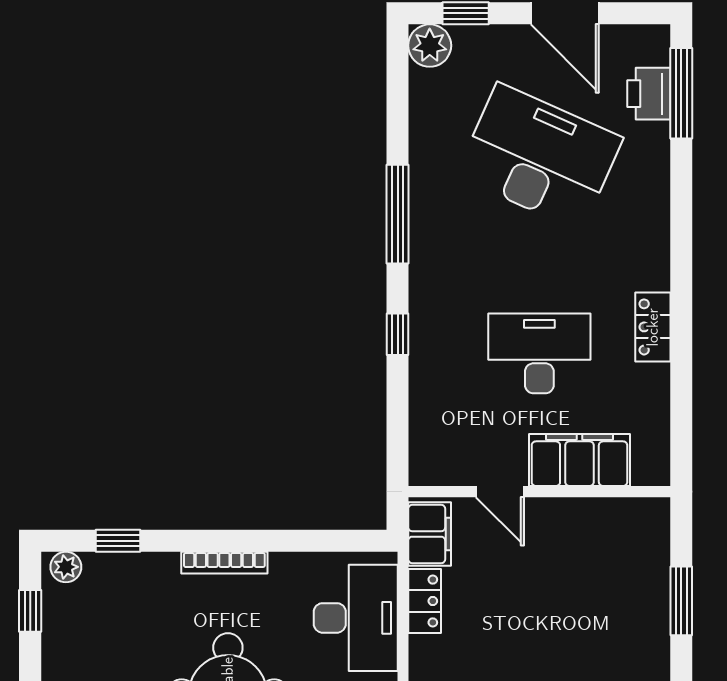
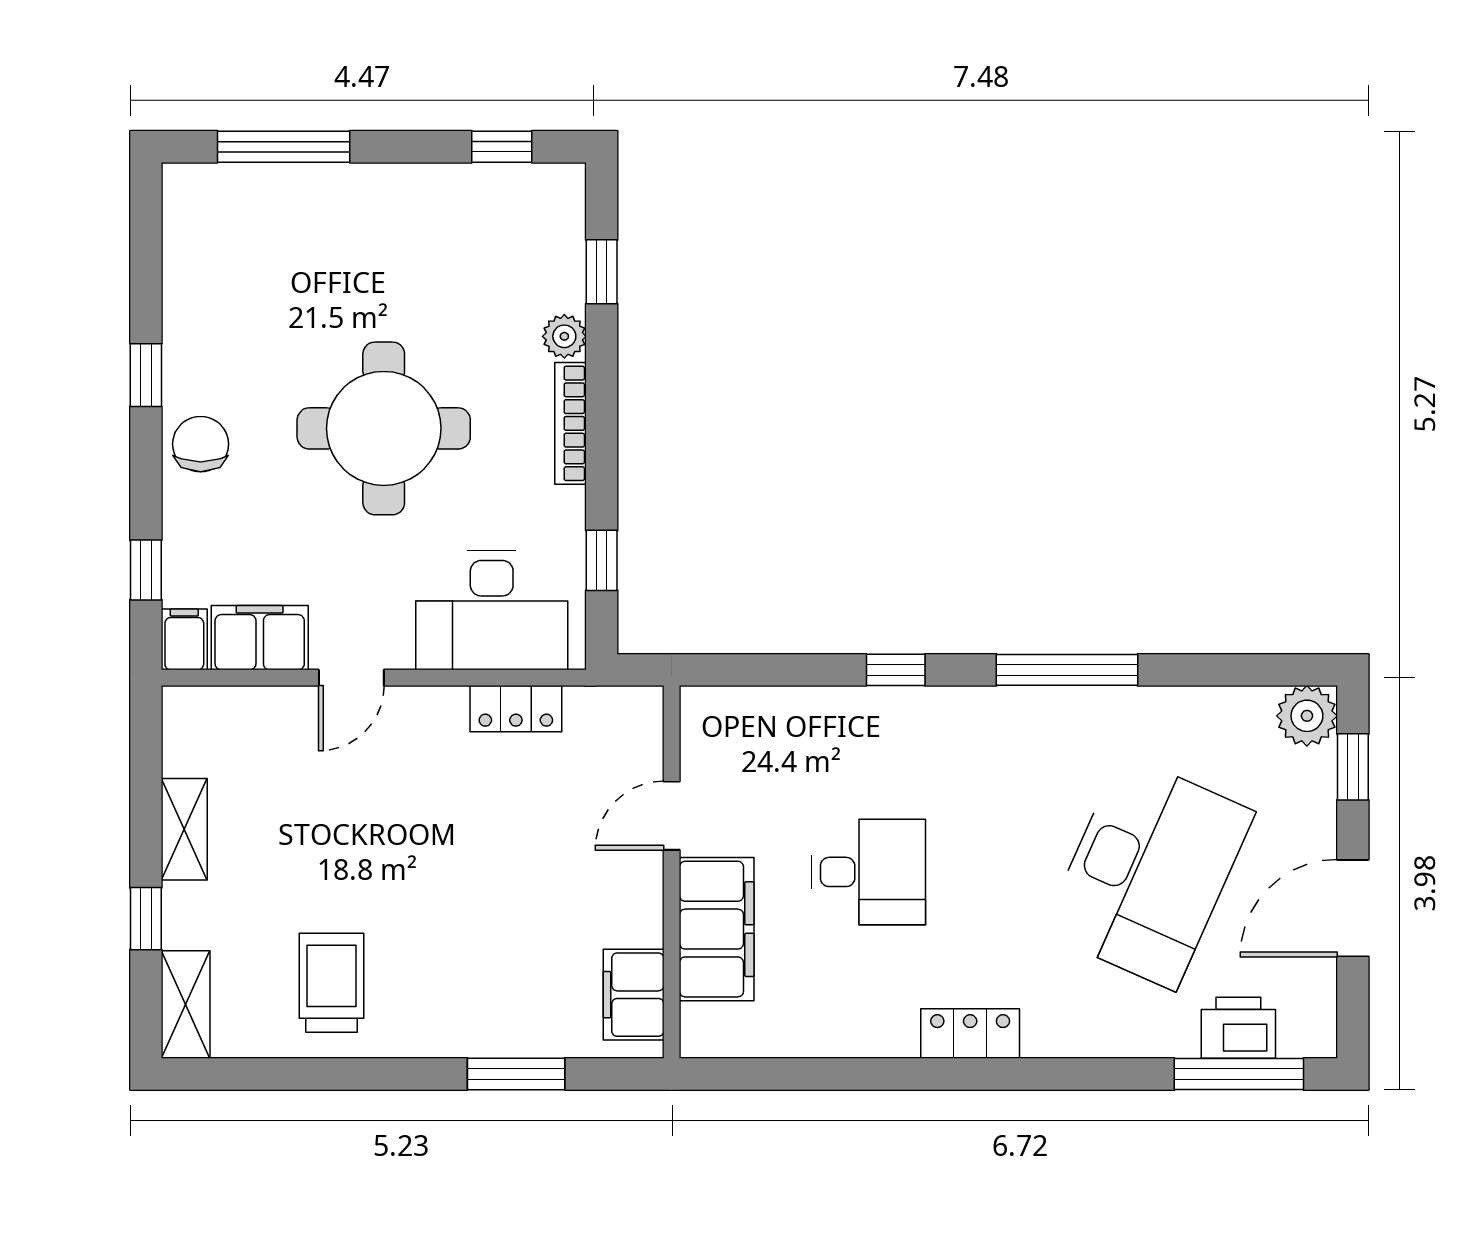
locker: (653, 327) -> (970, 1034), moved
desk: (539, 353) -> (868, 872), width x0.73
filing cabinet: (430, 534) -> (634, 995), moved, turned 90
window: (321, 541) -> (602, 560), added
plant: (66, 567) -> (564, 336), moved

